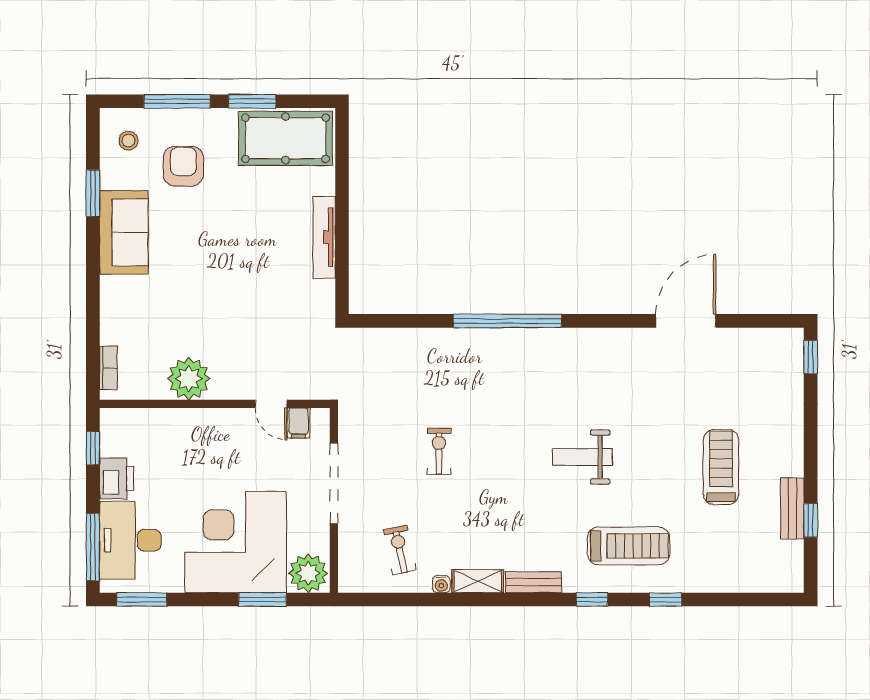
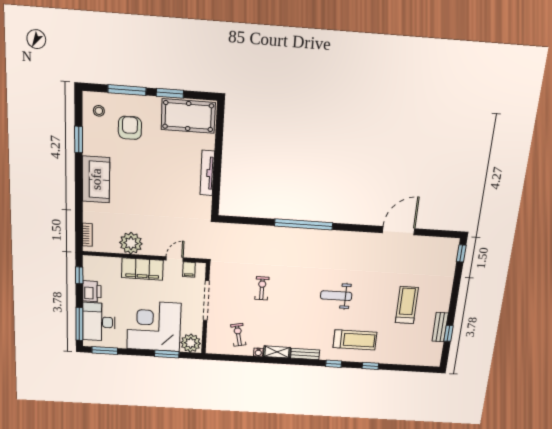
sofa: (124, 232) -> (96, 179), moved
door: (271, 404) -> (175, 259), swing flipped
filing cabinet: (211, 428) -> (142, 269), added

